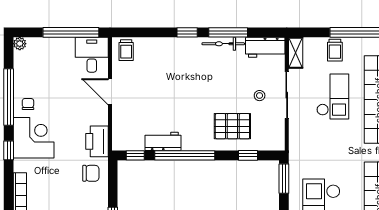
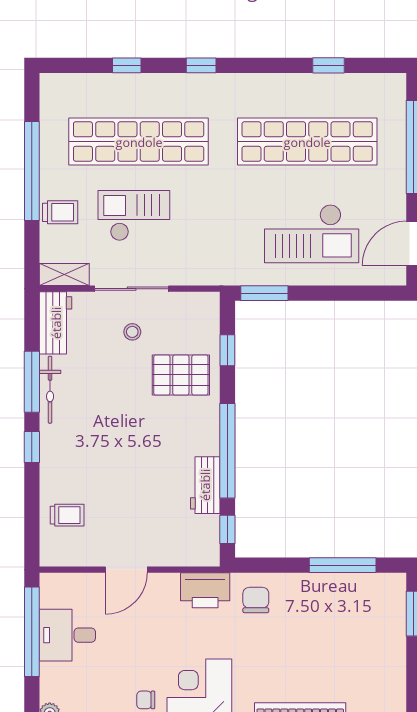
trolley: (126, 50) -> (67, 515), moved
desk: (92, 55) -> (67, 635), moved
pallet: (232, 126) -> (181, 375), turned 90

